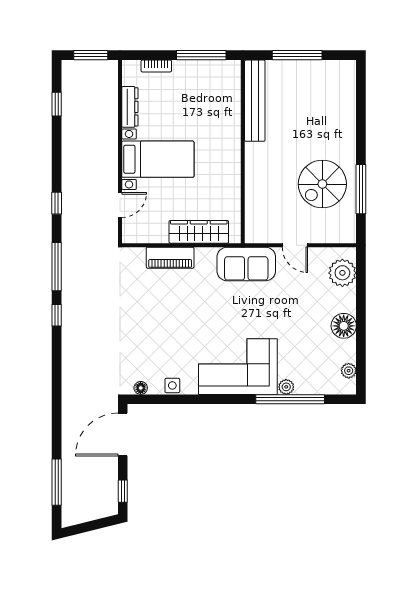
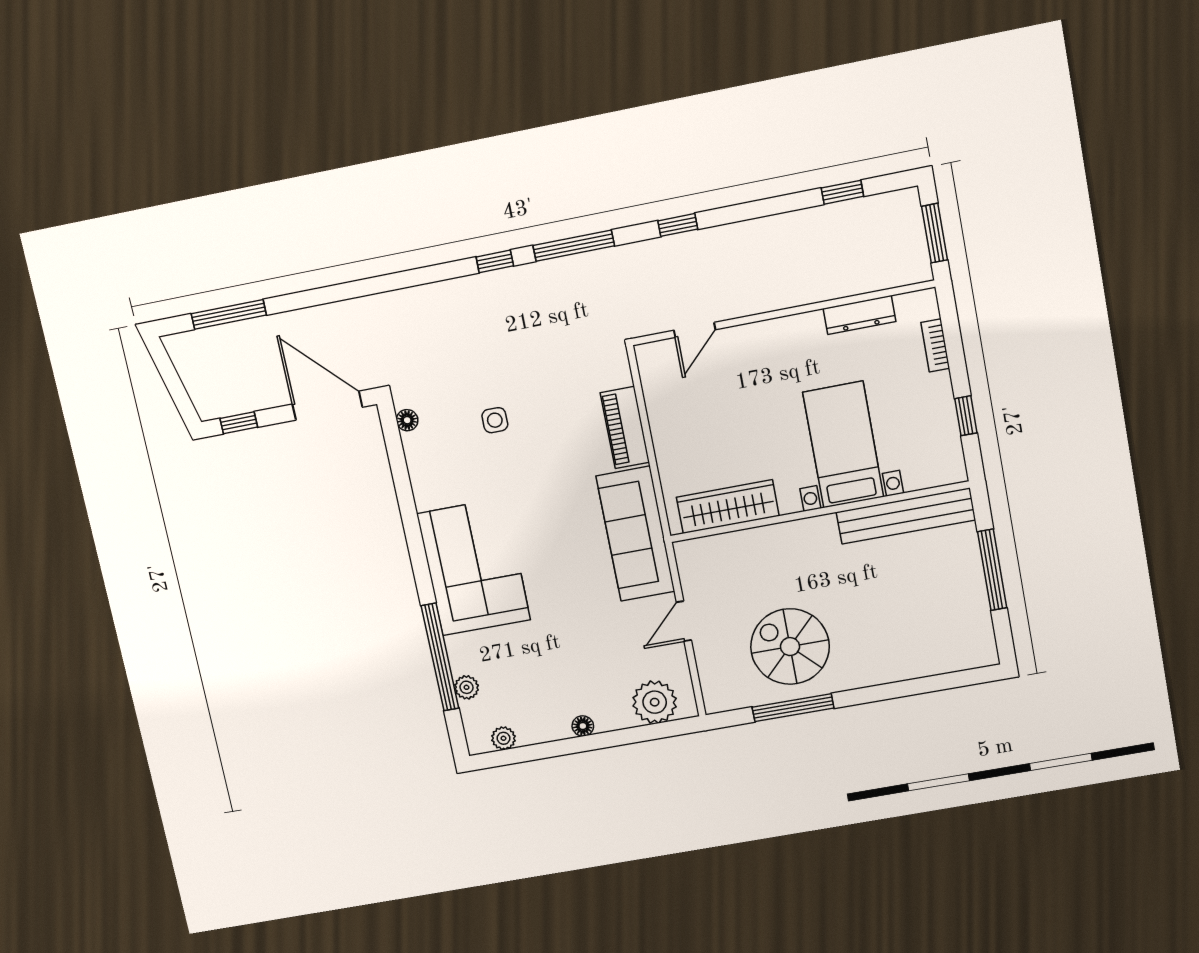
window: (201, 55) -> (966, 416), width x0.46
bed with nightstands: (158, 159) -> (843, 445), moved, turned 180
door: (120, 205) -> (695, 330), hinge flipped
wardrobe: (199, 232) -> (728, 507), moved, turned -90
sofa: (246, 264) -> (636, 534), width x1.36
floor lamp: (344, 326) -> (583, 726), width x0.53, depth x0.53
side table: (172, 385) -> (495, 420), moved
plant: (286, 387) -> (467, 687), moved

